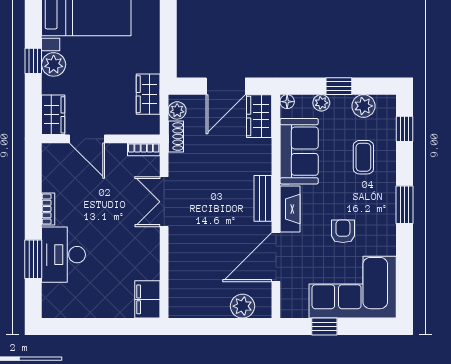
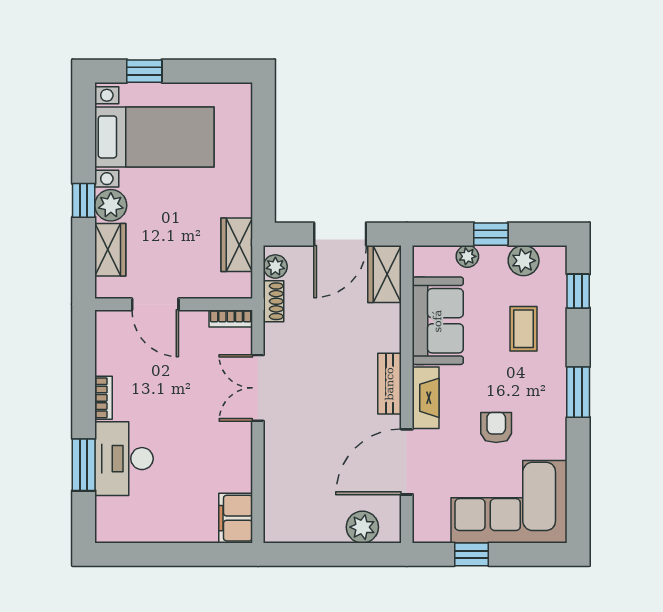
floor lamp: (287, 102) -> (422, 255), removed
wardrobe: (53, 115) -> (110, 250), moved

